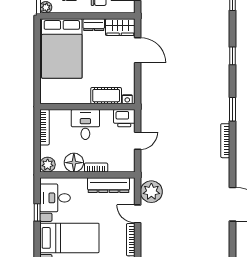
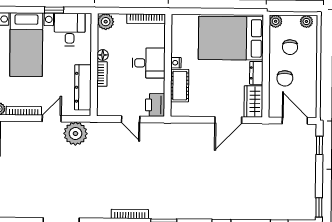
nightstand: (127, 99) -> (176, 63), moved
floor lamp: (74, 163) -> (103, 55), width x0.53, depth x0.53

